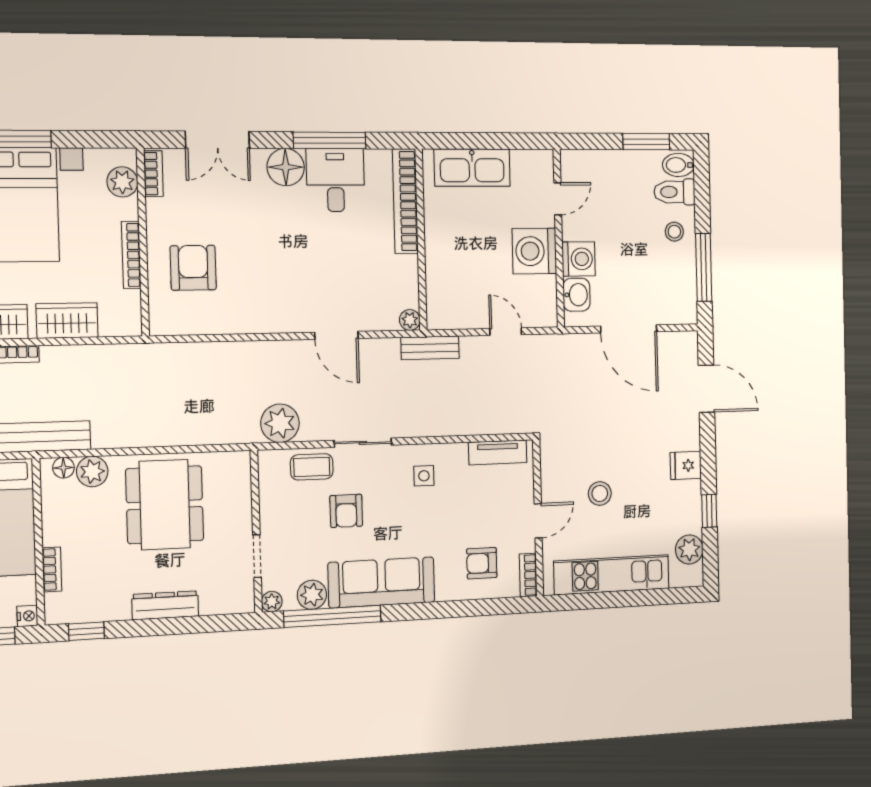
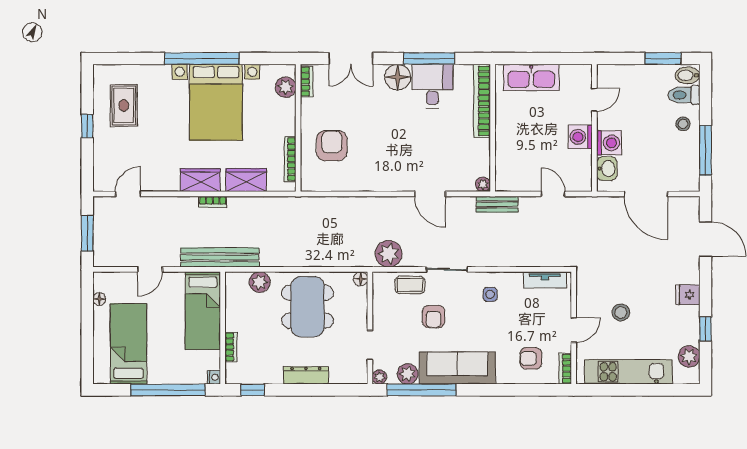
washing machine: (534, 251) -> (580, 137), width x0.73, depth x0.73
bookcase: (131, 255) -> (290, 159), moved
floor lamp: (63, 468) -> (361, 279), moved

